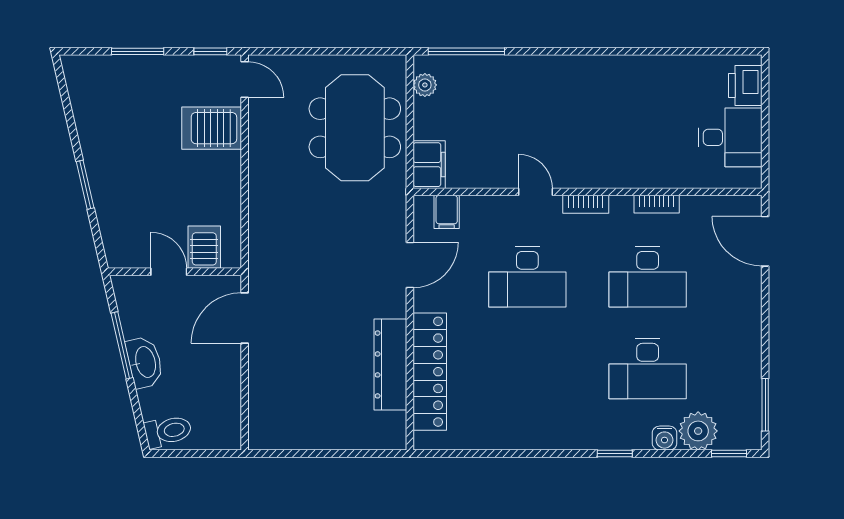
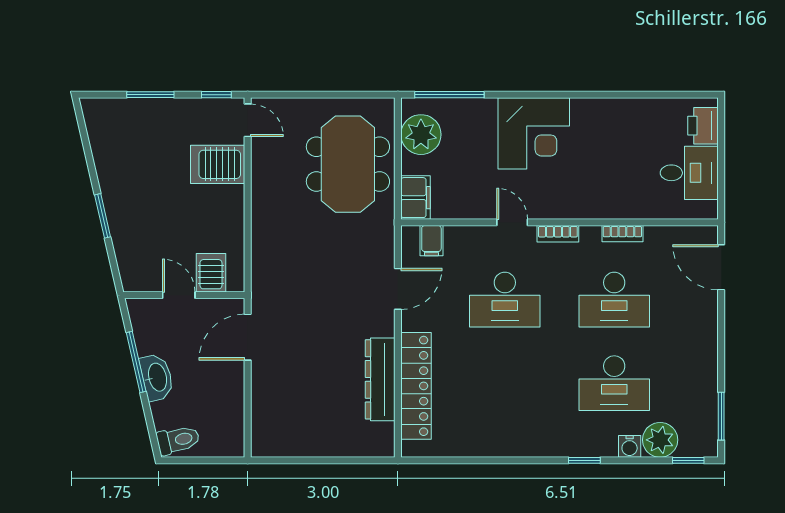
plant: (425, 85) -> (421, 135), width x1.87, depth x1.87
corner desk: (559, 94) -> (534, 133), added

